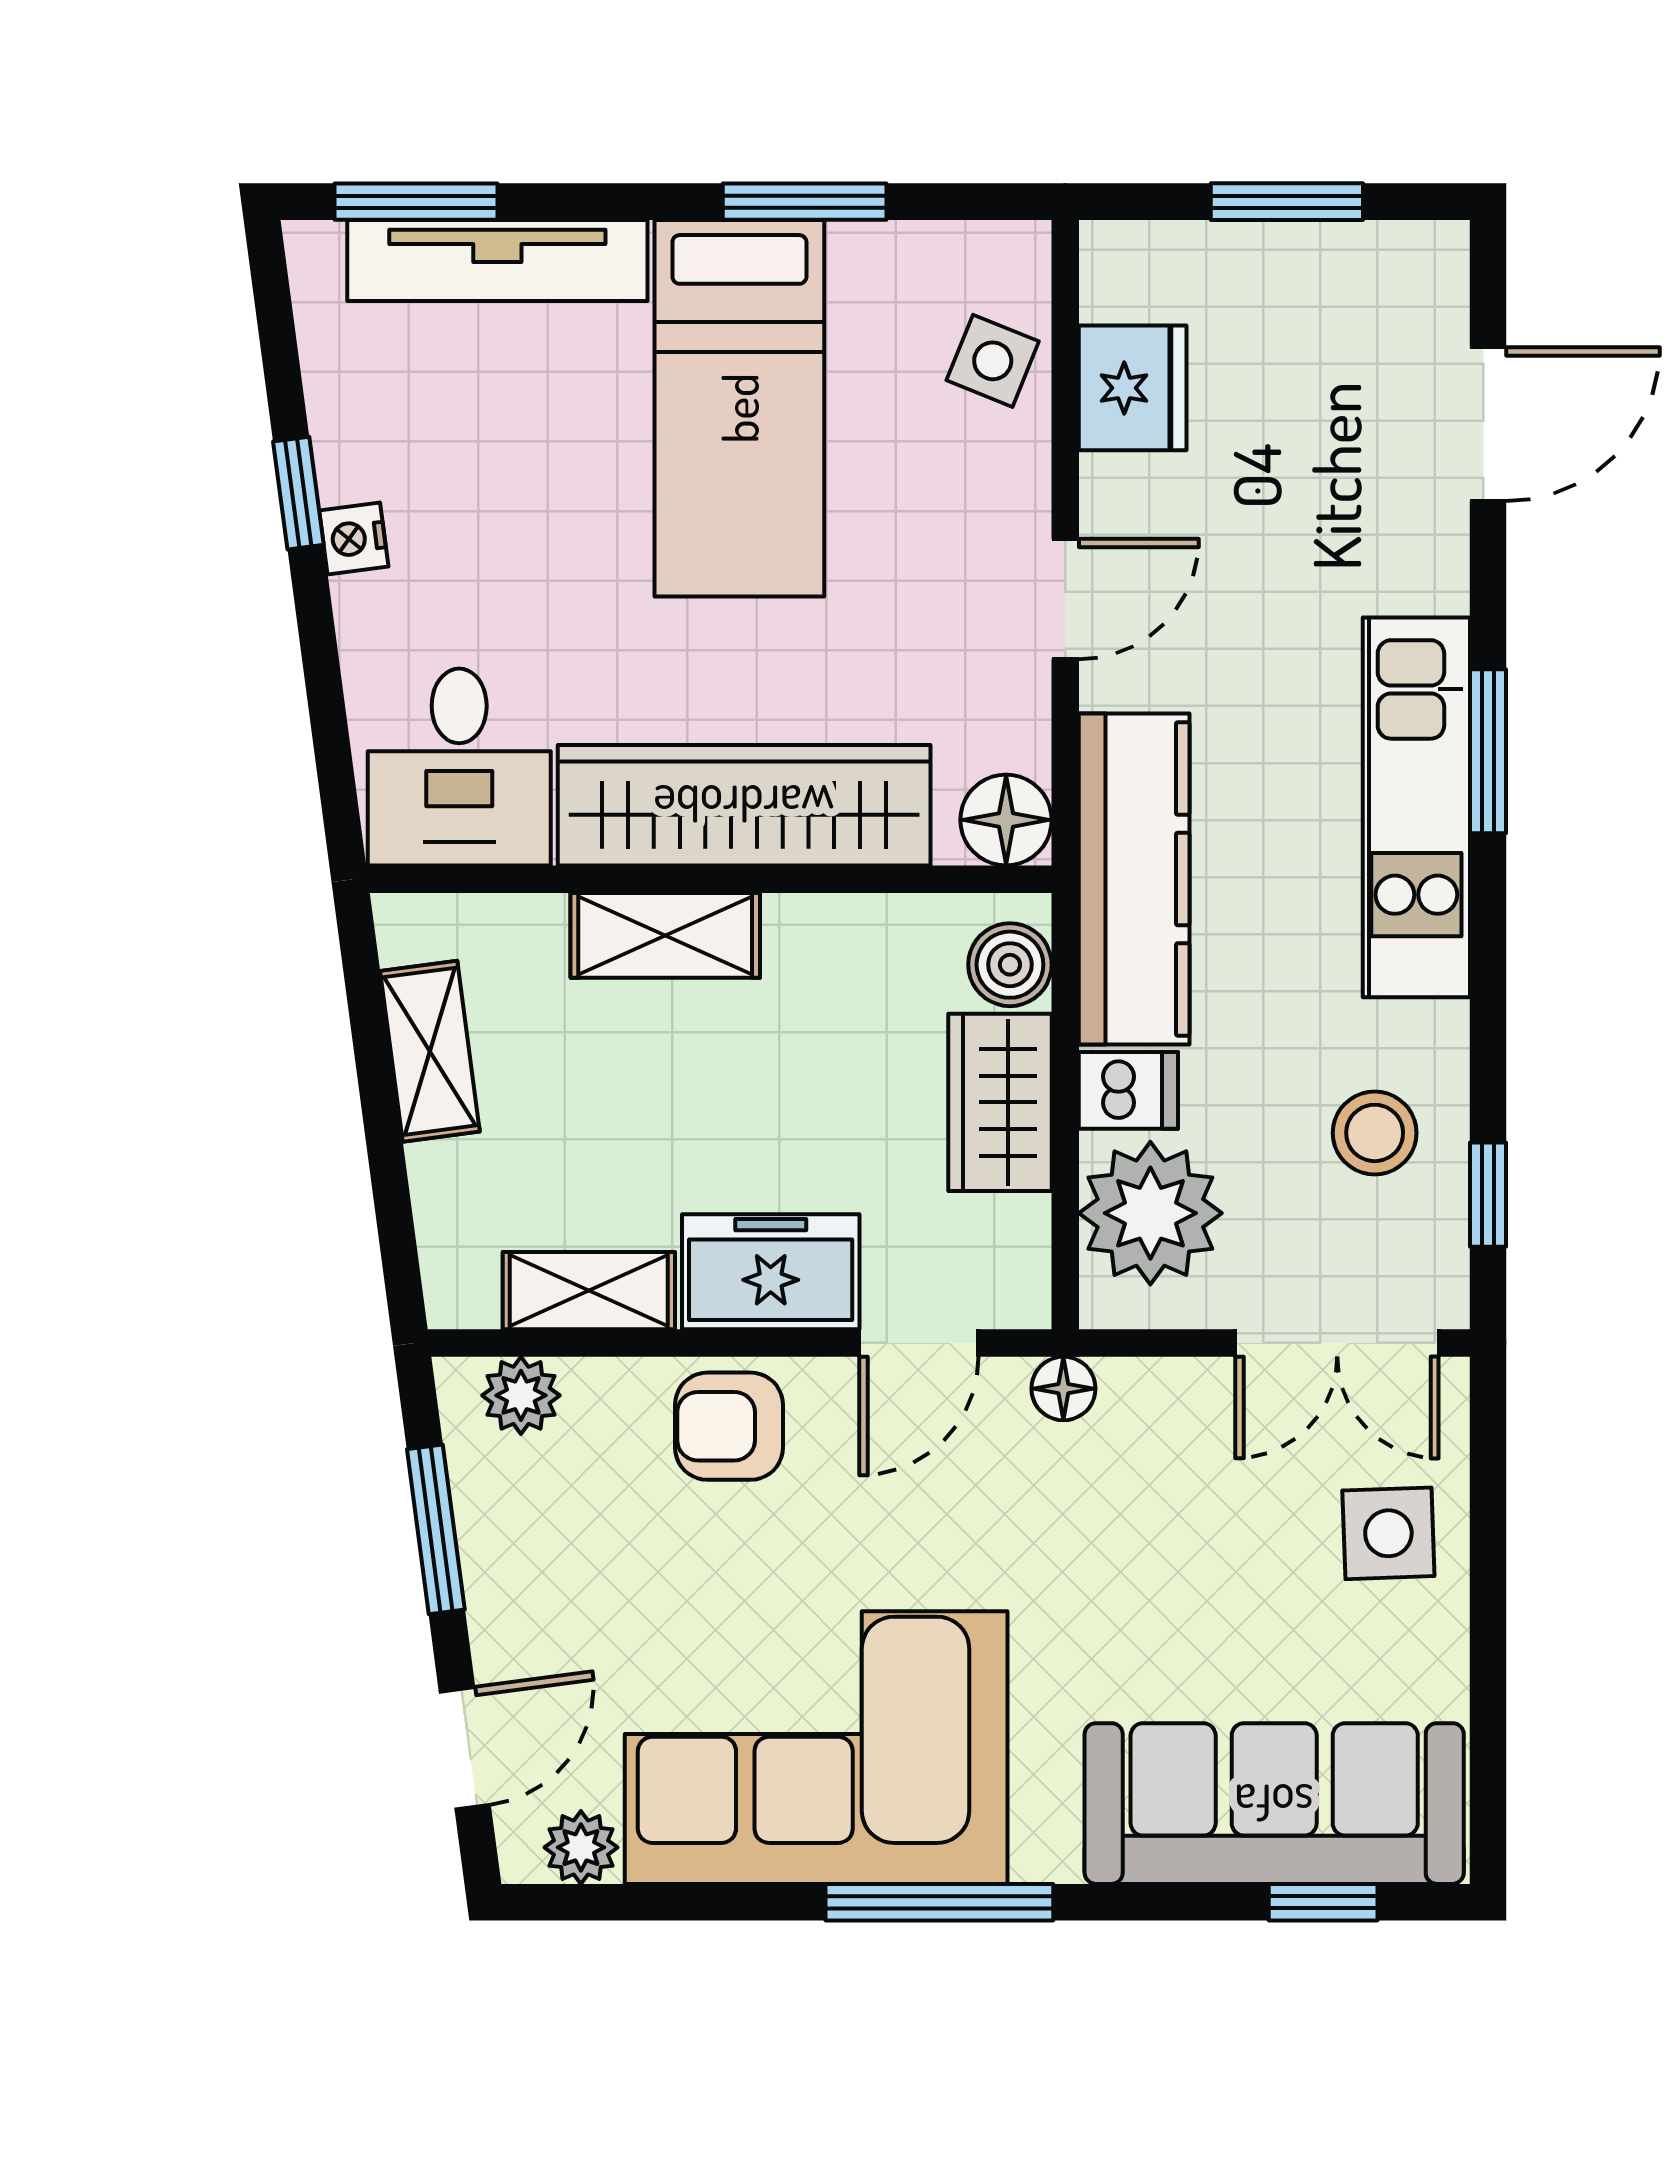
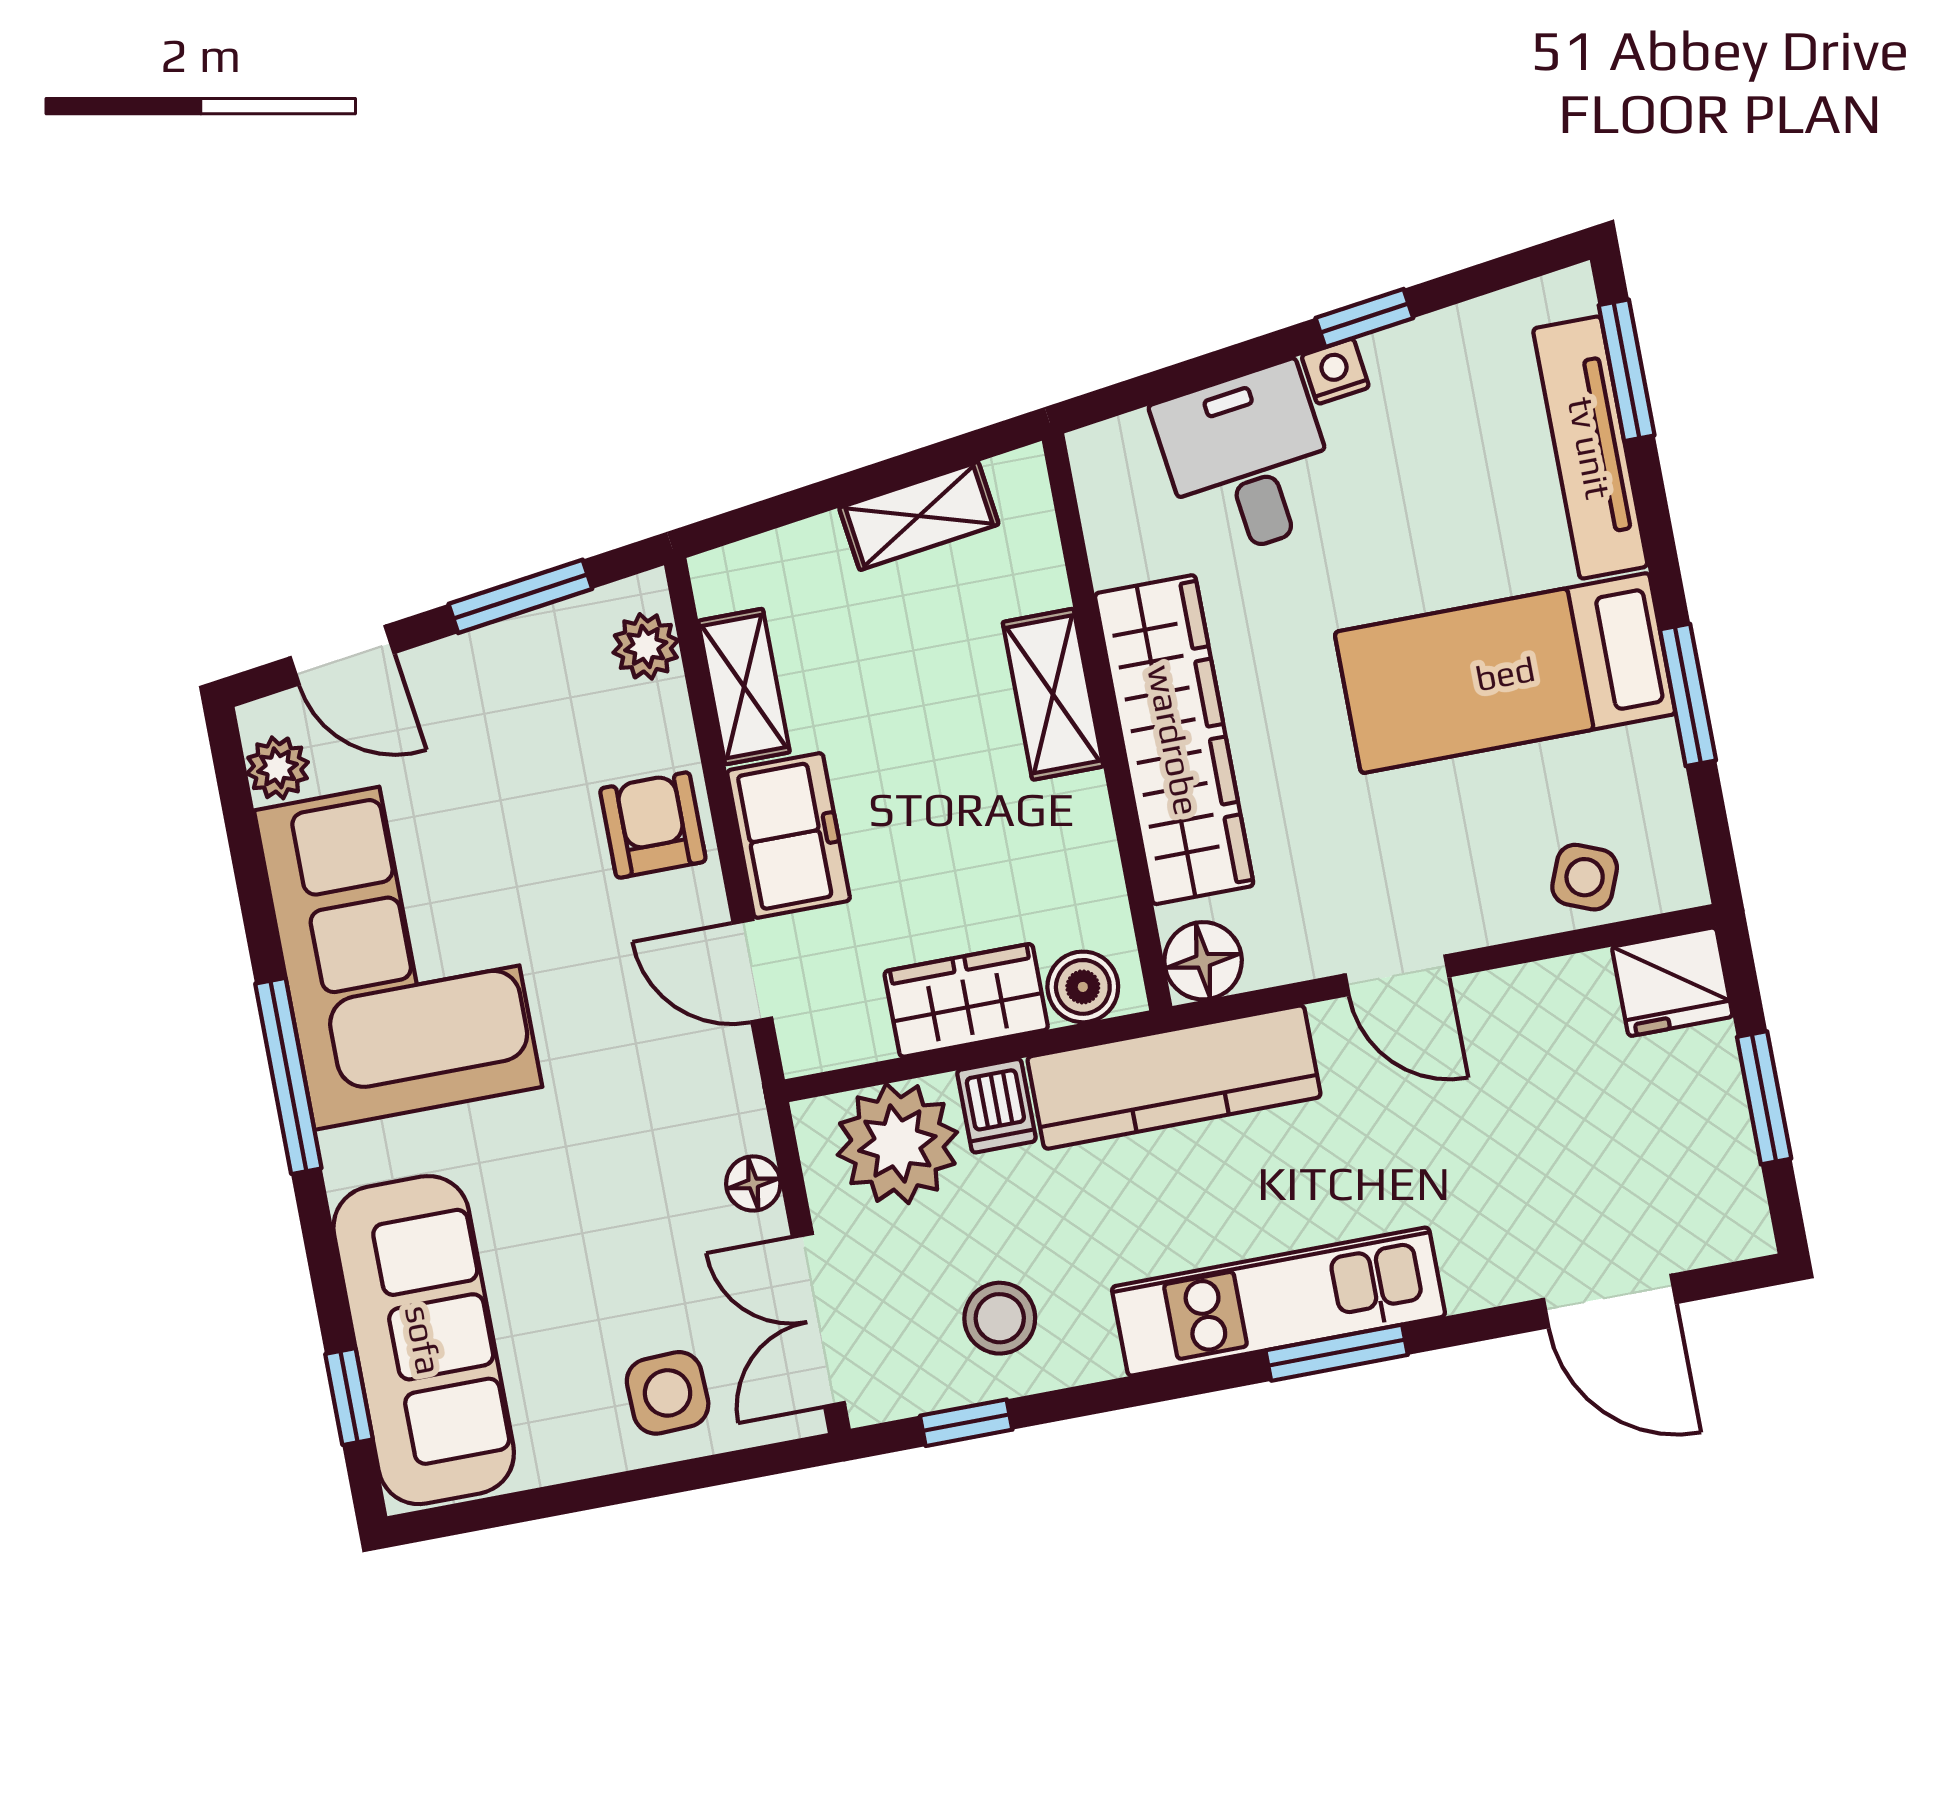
fridge: (1133, 388) -> (1672, 982), moved
desk: (459, 767) -> (1248, 461), moved, turned 82
floor lamp: (1063, 1389) -> (753, 1183), moved

